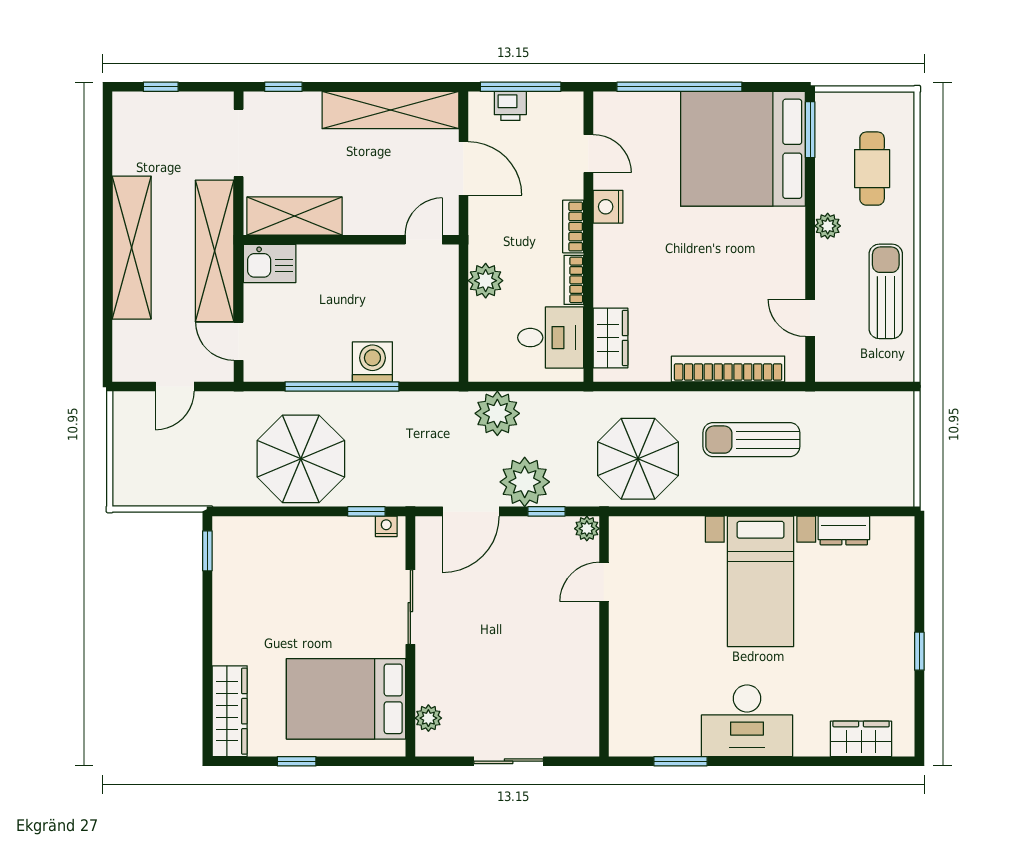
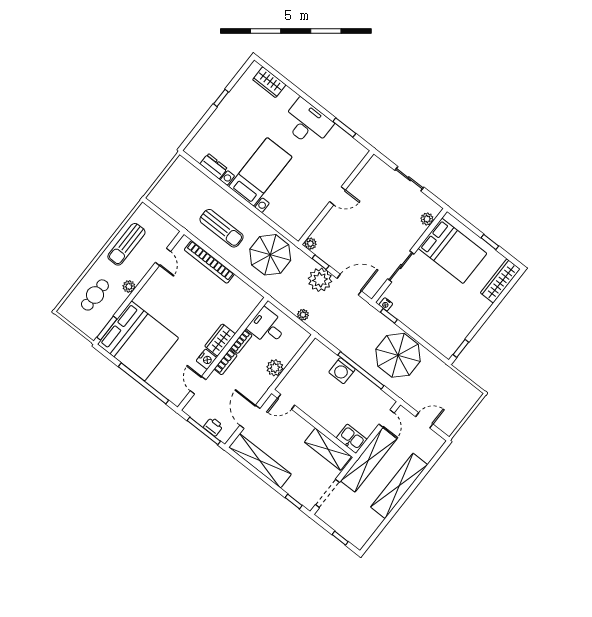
wardrobe: (610, 338) -> (220, 340), moved
plant: (497, 413) -> (303, 315), width x0.53, depth x0.53
door: (604, 582) -> (338, 196), moved

